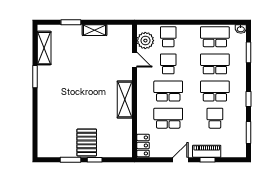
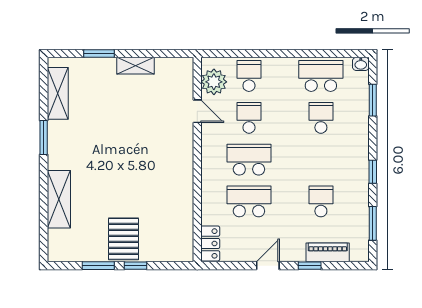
school desk: (215, 64) -> (321, 118), width x0.54
school desk: (215, 91) -> (321, 160), removed
shelving: (125, 100) -> (59, 199), moved
piano: (207, 151) -> (328, 252), moved

